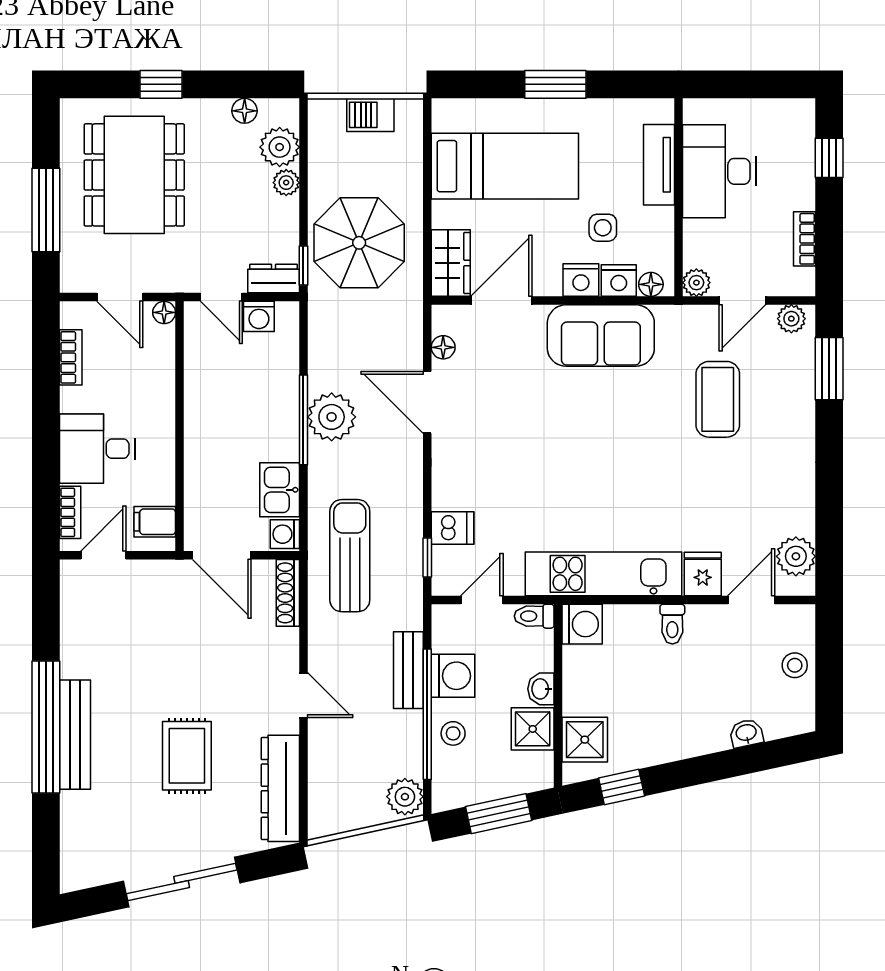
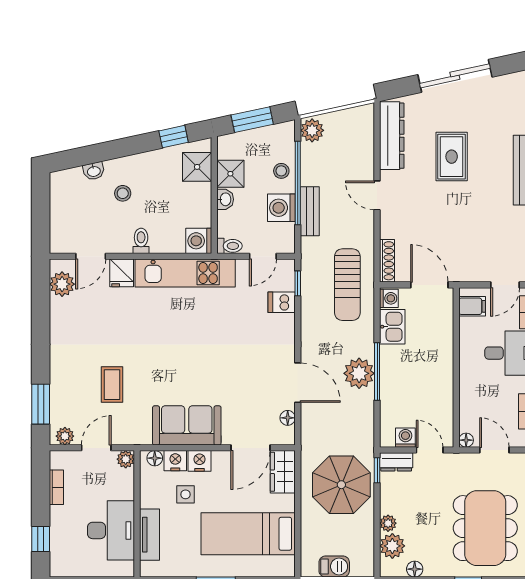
coffee table: (718, 399) -> (112, 385), width x0.73, depth x0.77
stool: (795, 665) -> (123, 193), moved

